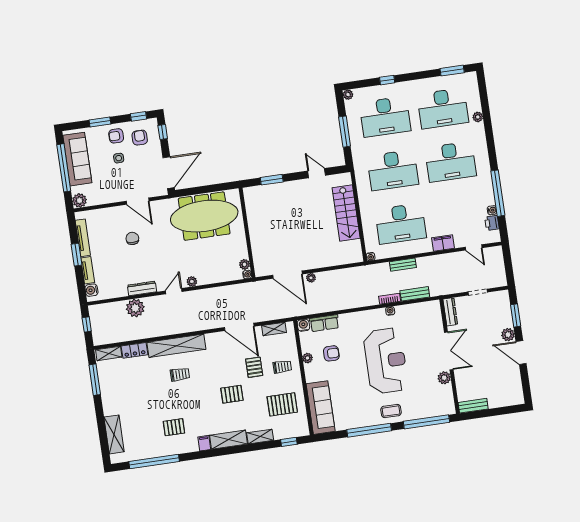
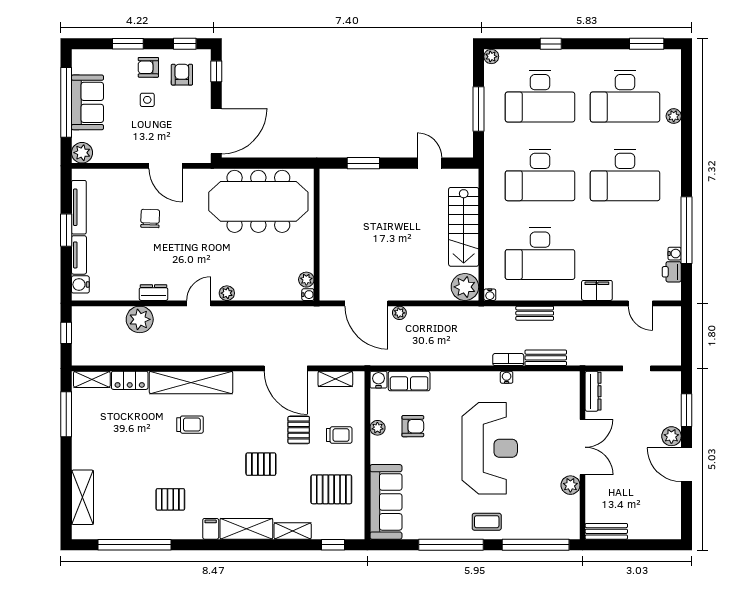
sofa: (77, 159) -> (87, 102), width x0.73
plant: (353, 254) -> (465, 287), added
dresser: (142, 288) -> (153, 293), width x0.70

